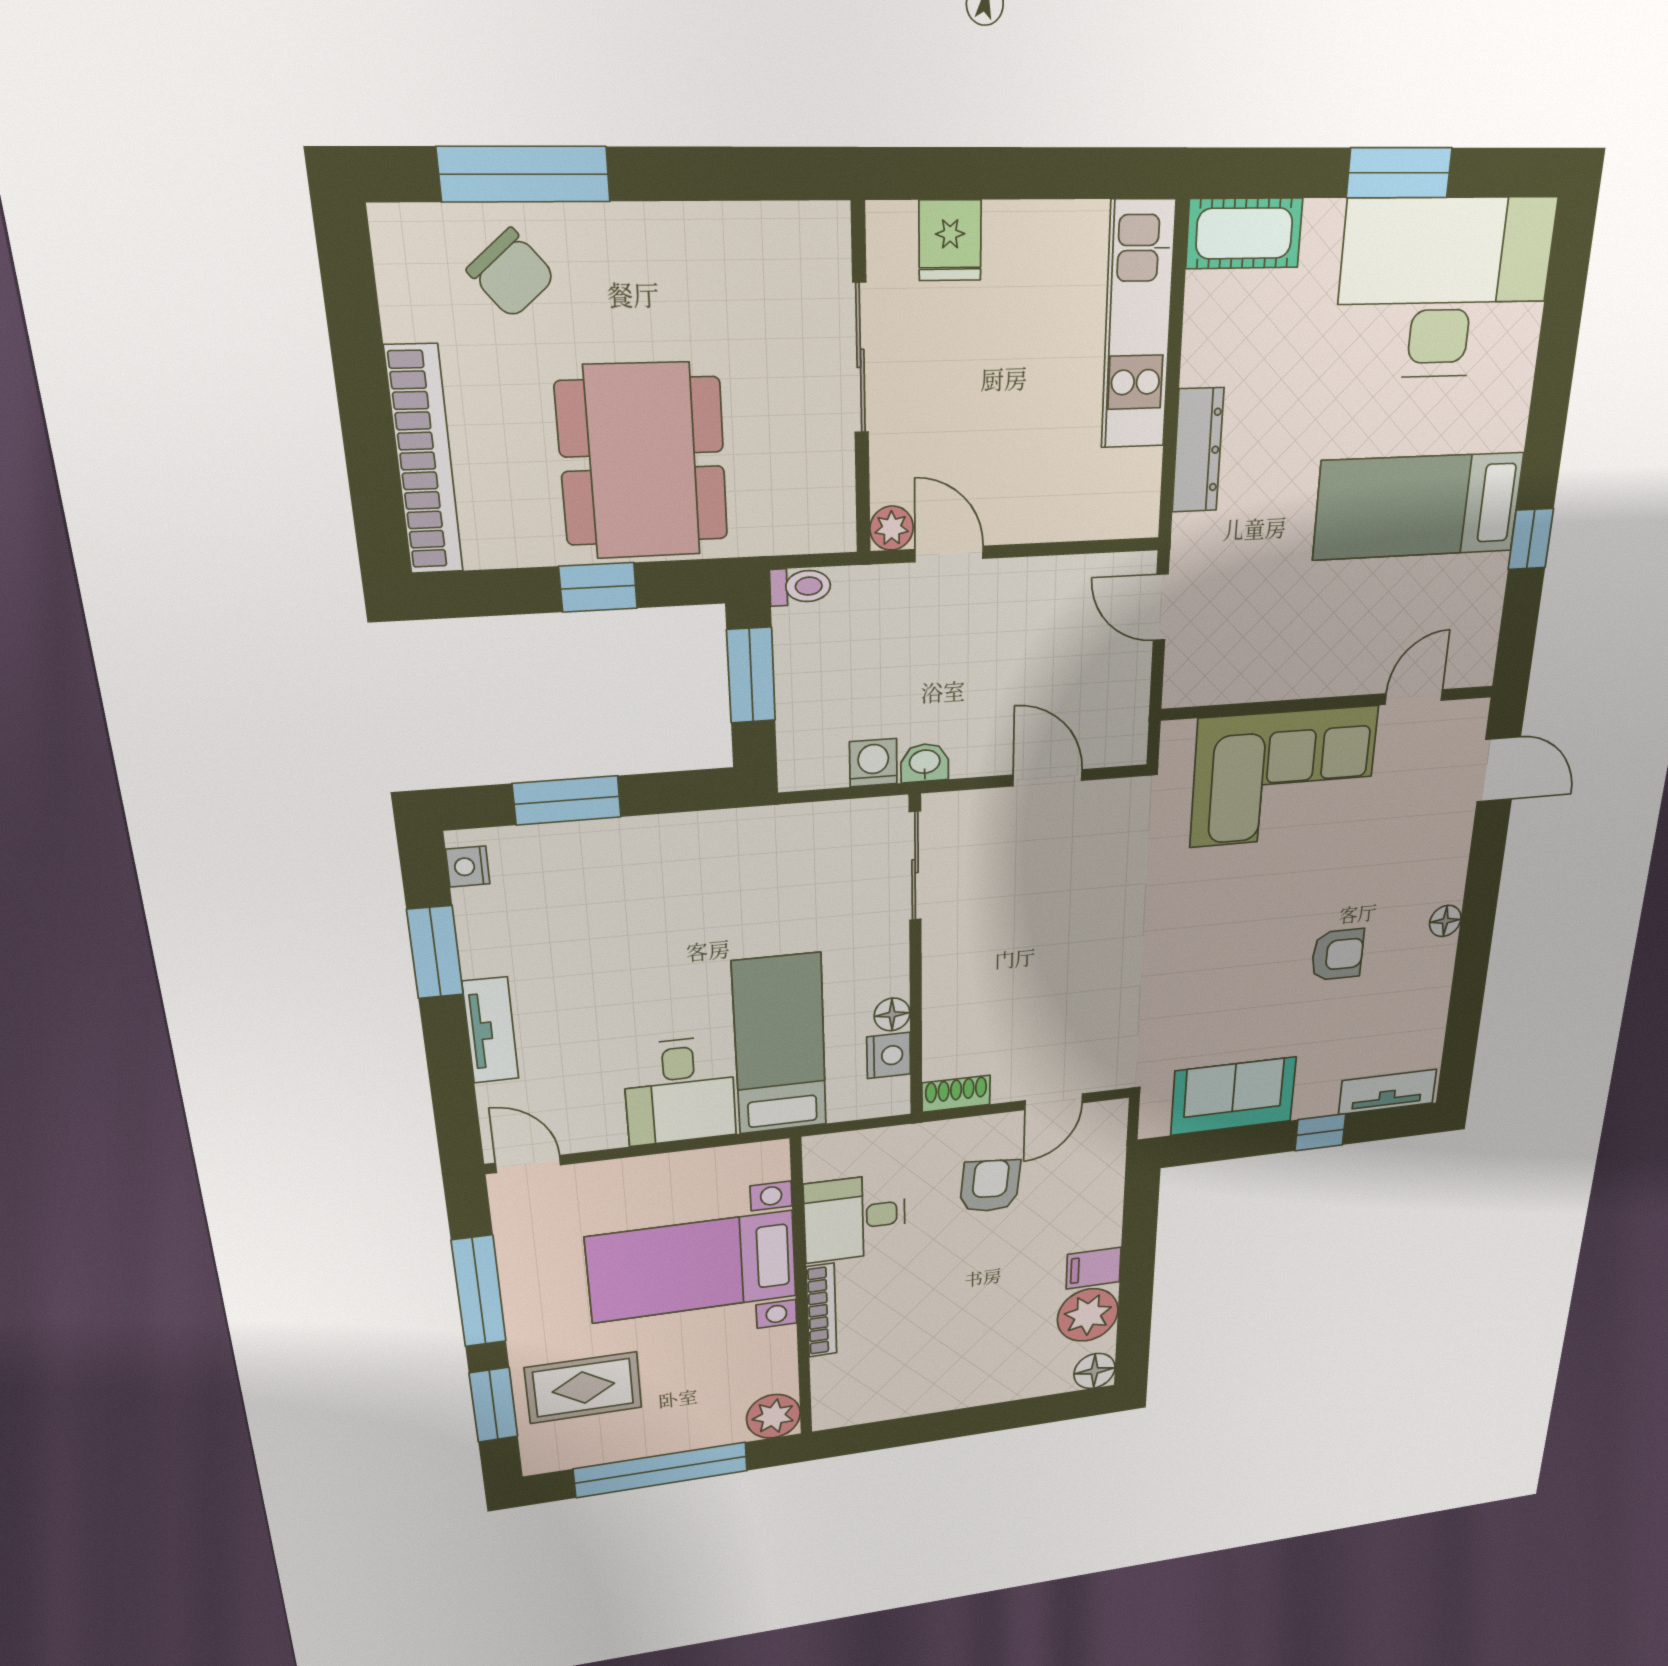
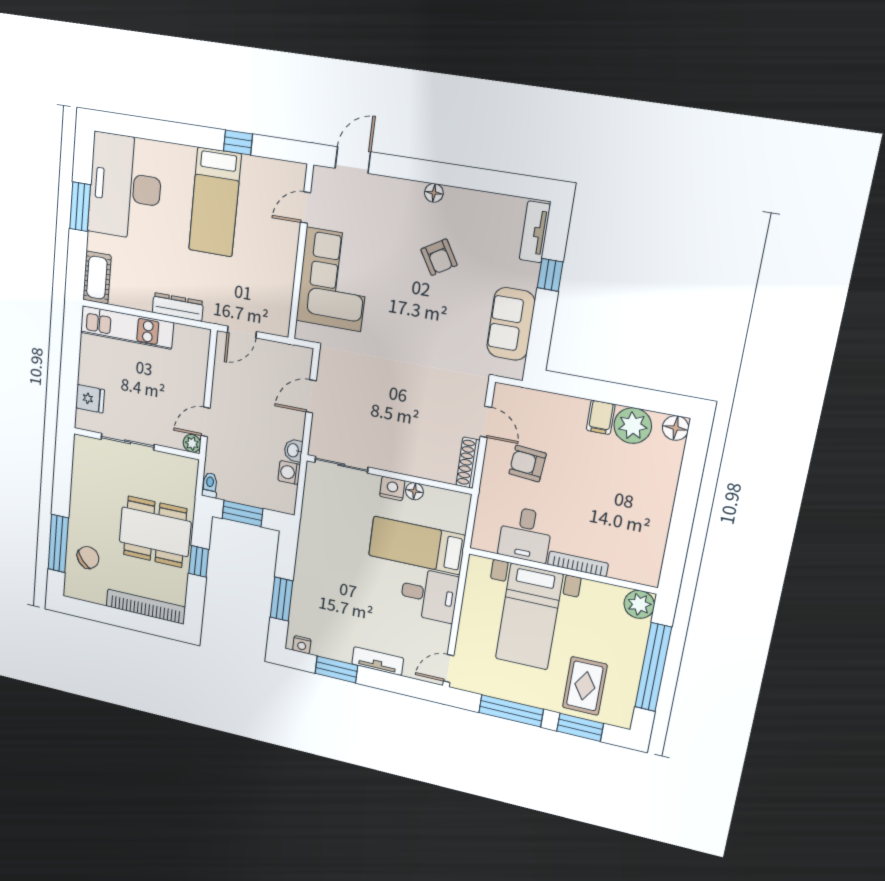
door: (1414, 697) -> (306, 208), hinge flipped
armchair: (1338, 955) -> (439, 257), turned 149
nightstand: (889, 1056) -> (392, 489), moved
shoe rack: (956, 1094) -> (468, 463), width x1.43

